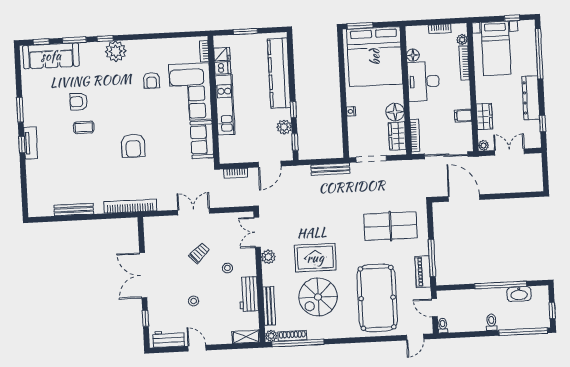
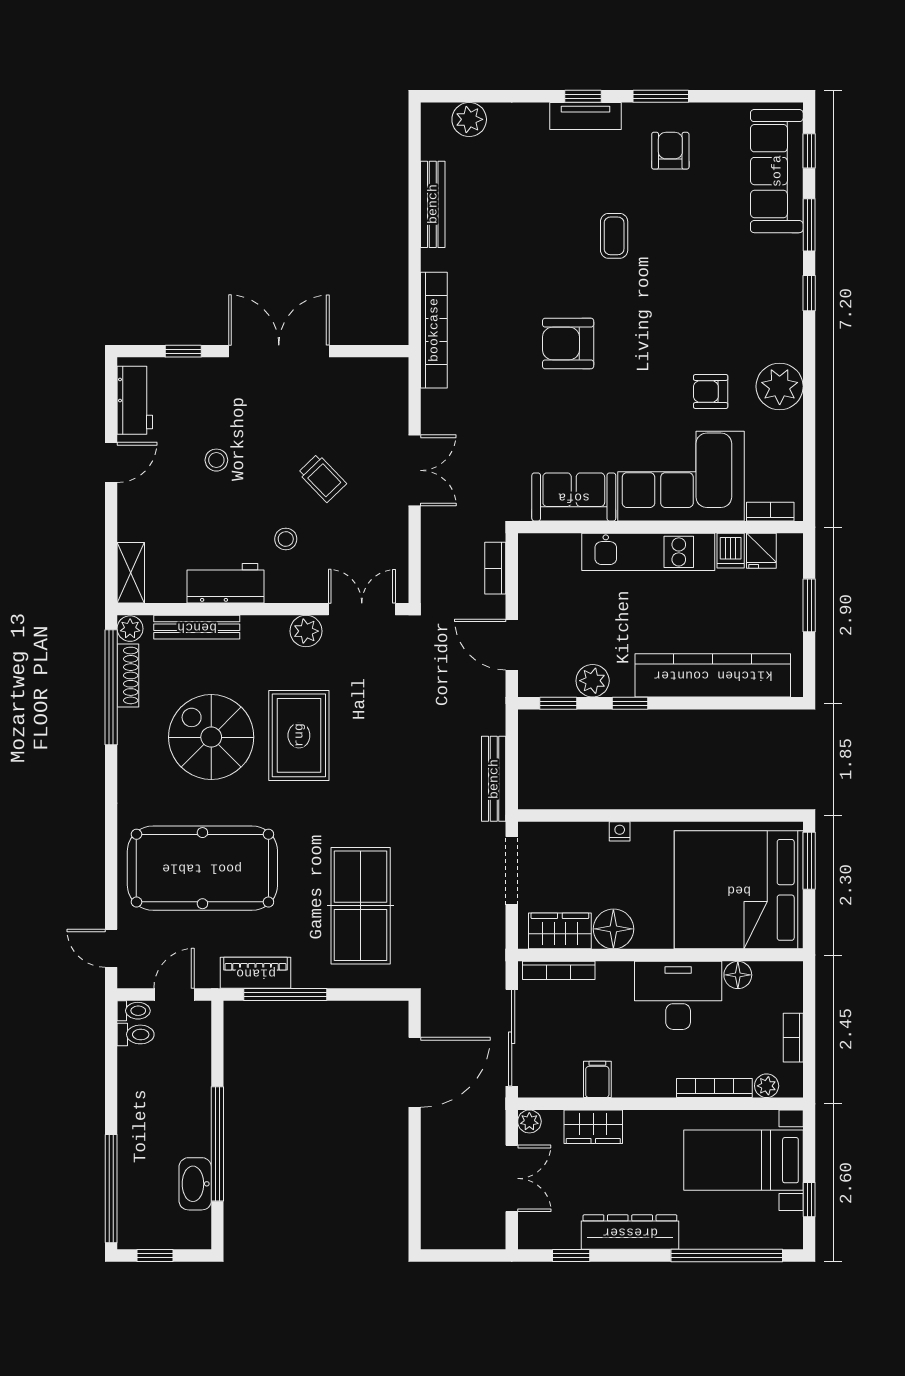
plant: (116, 51) -> (780, 386), moved
armchair: (79, 102) -> (670, 151), moved
plant: (35, 195) -> (469, 119), added
toilet: (491, 322) -> (136, 1034), moved

